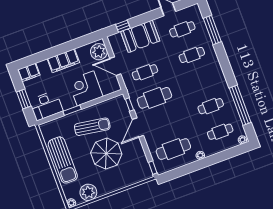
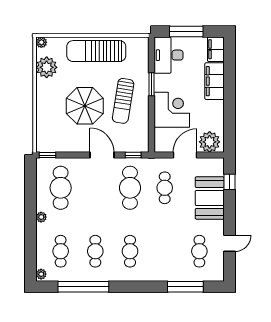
cafe table: (192, 55) -> (130, 251), moved
filing cabinet: (63, 61) -> (214, 81), moved
window: (24, 99) -> (186, 31), width x1.44

